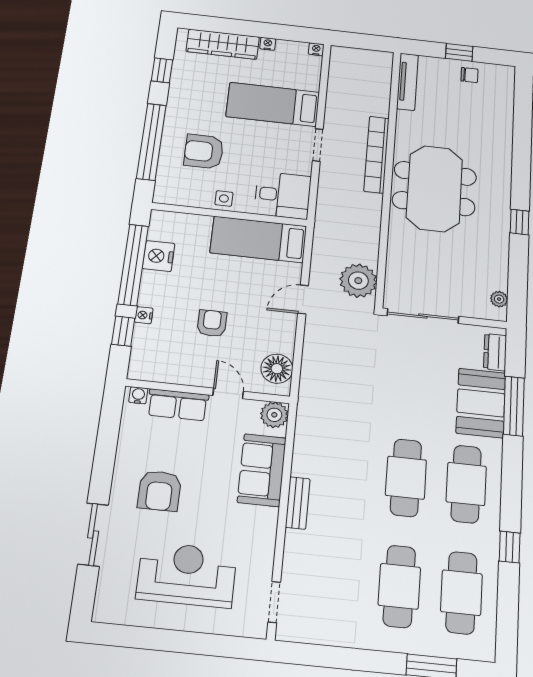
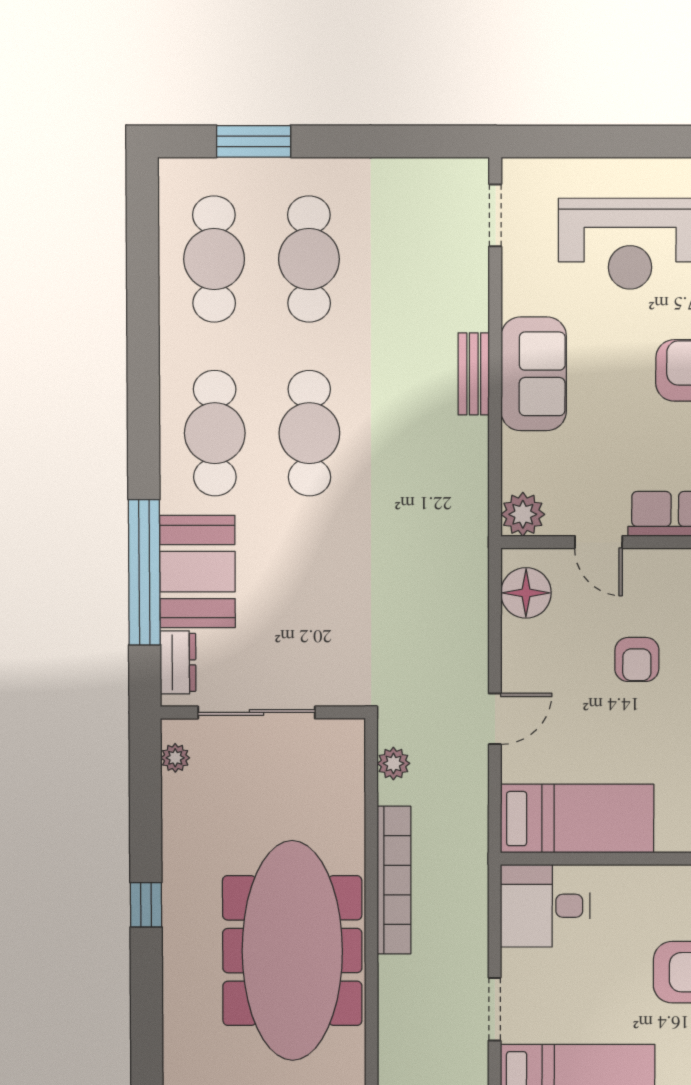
bookcase: (377, 154) -> (394, 880), moved
meeting table: (434, 188) -> (292, 951), width x1.36
side table: (224, 198) -> (641, 887), removed
plant: (358, 281) -> (393, 763), width x0.53, depth x0.53
sliding door: (423, 316) -> (257, 712), moved
window: (514, 406) -> (144, 572), width x1.46
sofa: (262, 470) -> (534, 374), moved
window: (510, 547) -> (143, 339), removed

